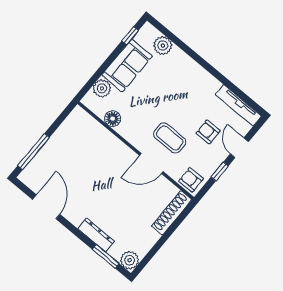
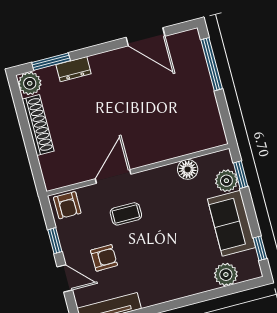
window: (91, 82) -> (241, 175), added
coffee table: (170, 138) -> (126, 214), width x0.73, depth x0.77
armchair: (191, 180) -> (67, 205), turned 90
shoe rack: (172, 213) -> (38, 125), moved
dresser: (96, 235) -> (73, 69), width x0.70

